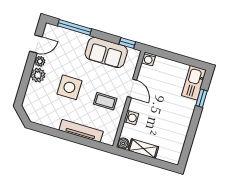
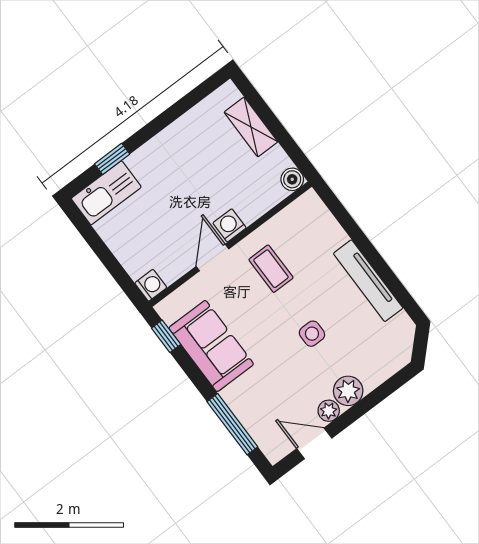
side table: (69, 87) -> (312, 334), width x0.54, depth x0.54
washing machine: (131, 118) -> (230, 225), moved
tv unit: (81, 131) -> (368, 281), moved
shelving: (143, 149) -> (251, 127), moved

